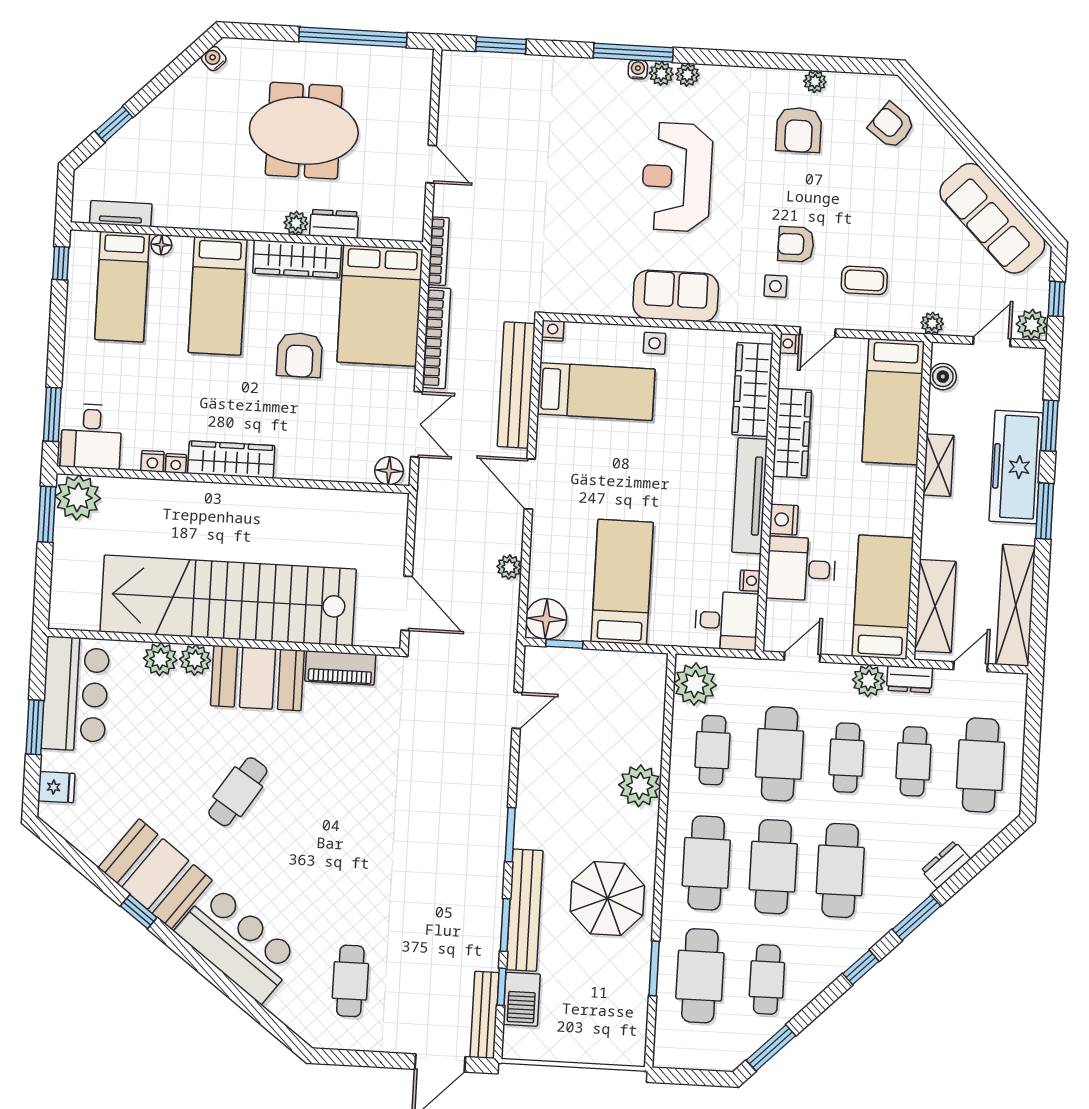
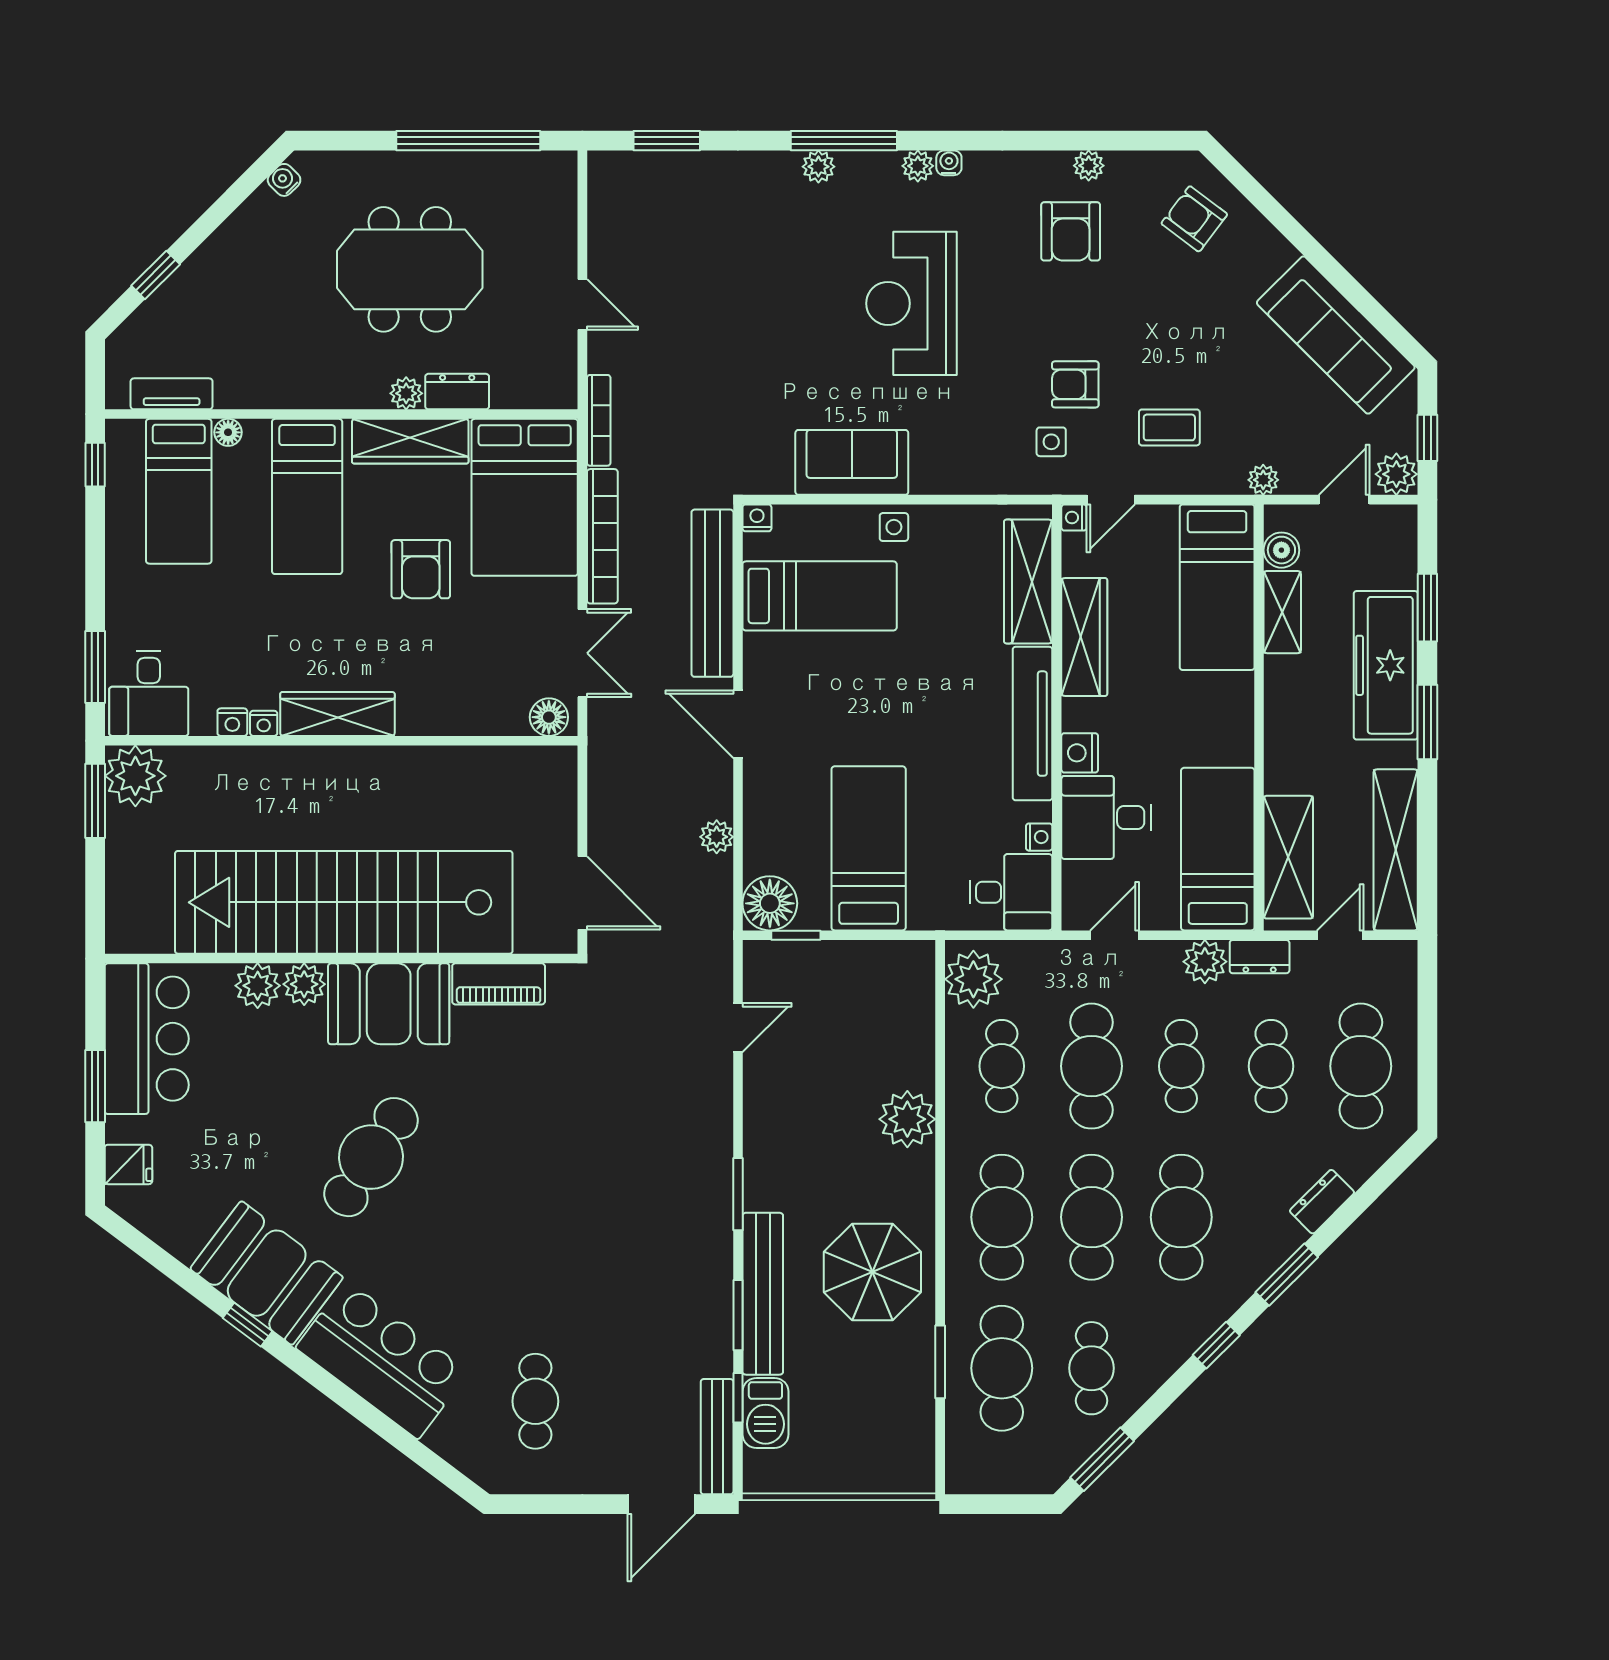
water cooler: (638, 70) -> (949, 163), moved
plant: (661, 74) -> (818, 167), moved
sofa: (676, 296) -> (852, 462), moved
shelving: (938, 465) -> (1282, 612), moved
cafe table: (238, 792) -> (371, 1157), width x1.37, depth x1.35

